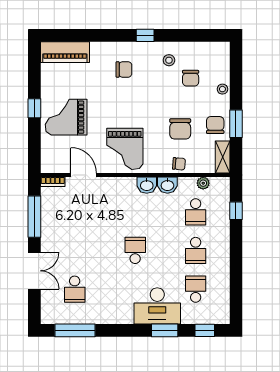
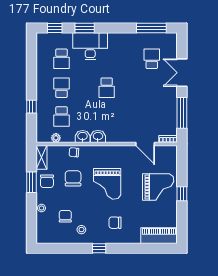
grand piano: (125, 149) -> (107, 184), moved, turned 180
window: (236, 211) -> (31, 107), moved
school desk: (196, 212) -> (62, 117), turned 180

